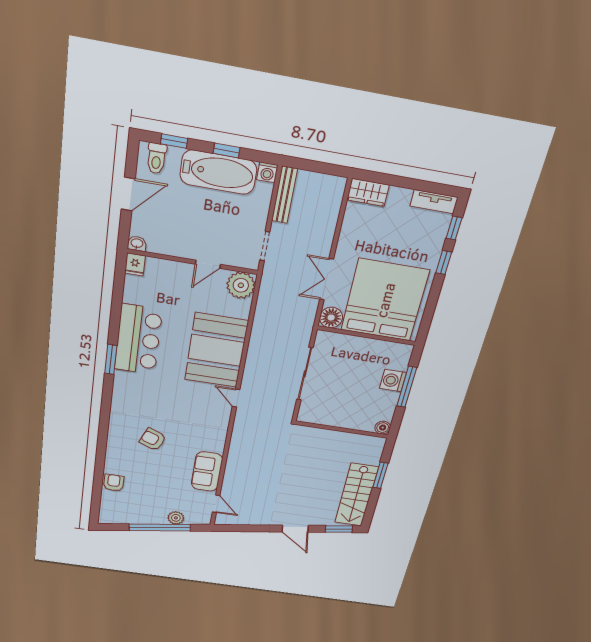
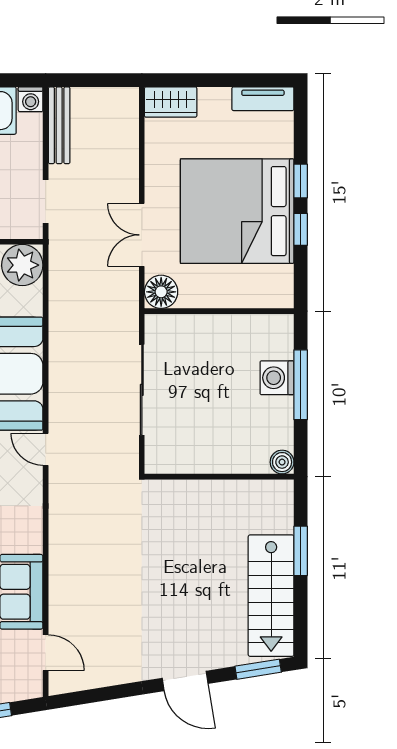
window: (454, 228) -> (301, 229), moved
bed: (385, 300) -> (237, 211), moved, turned -90

